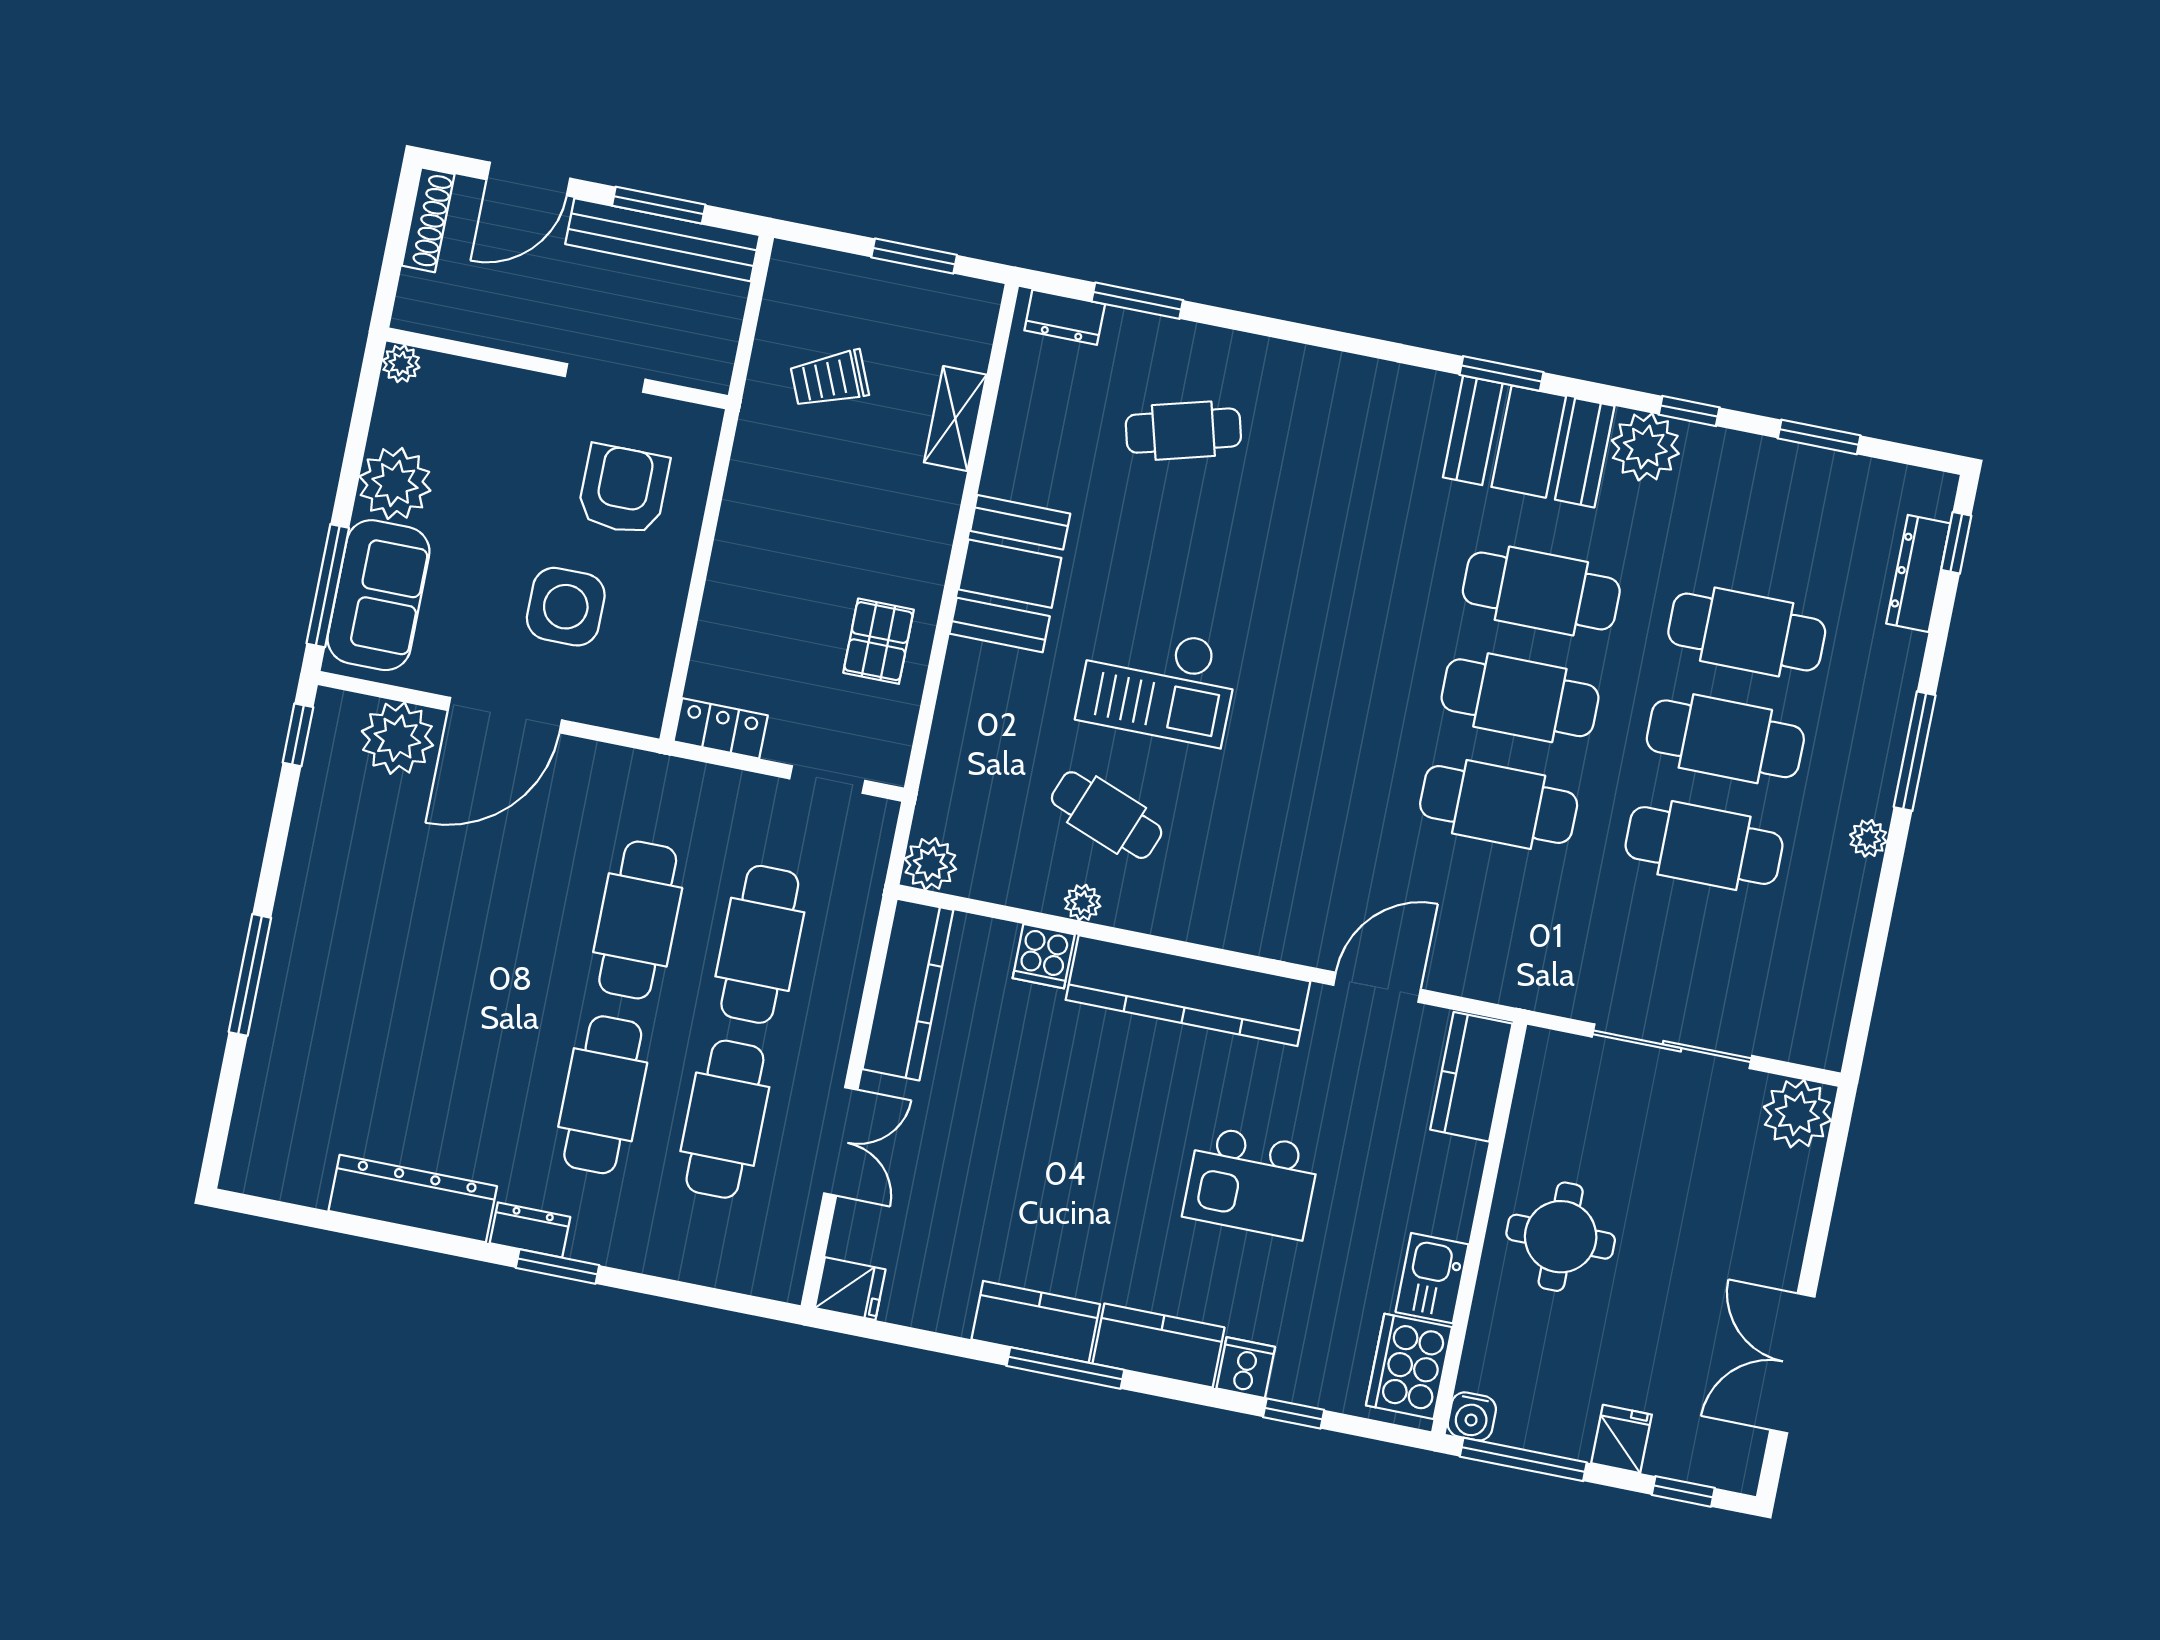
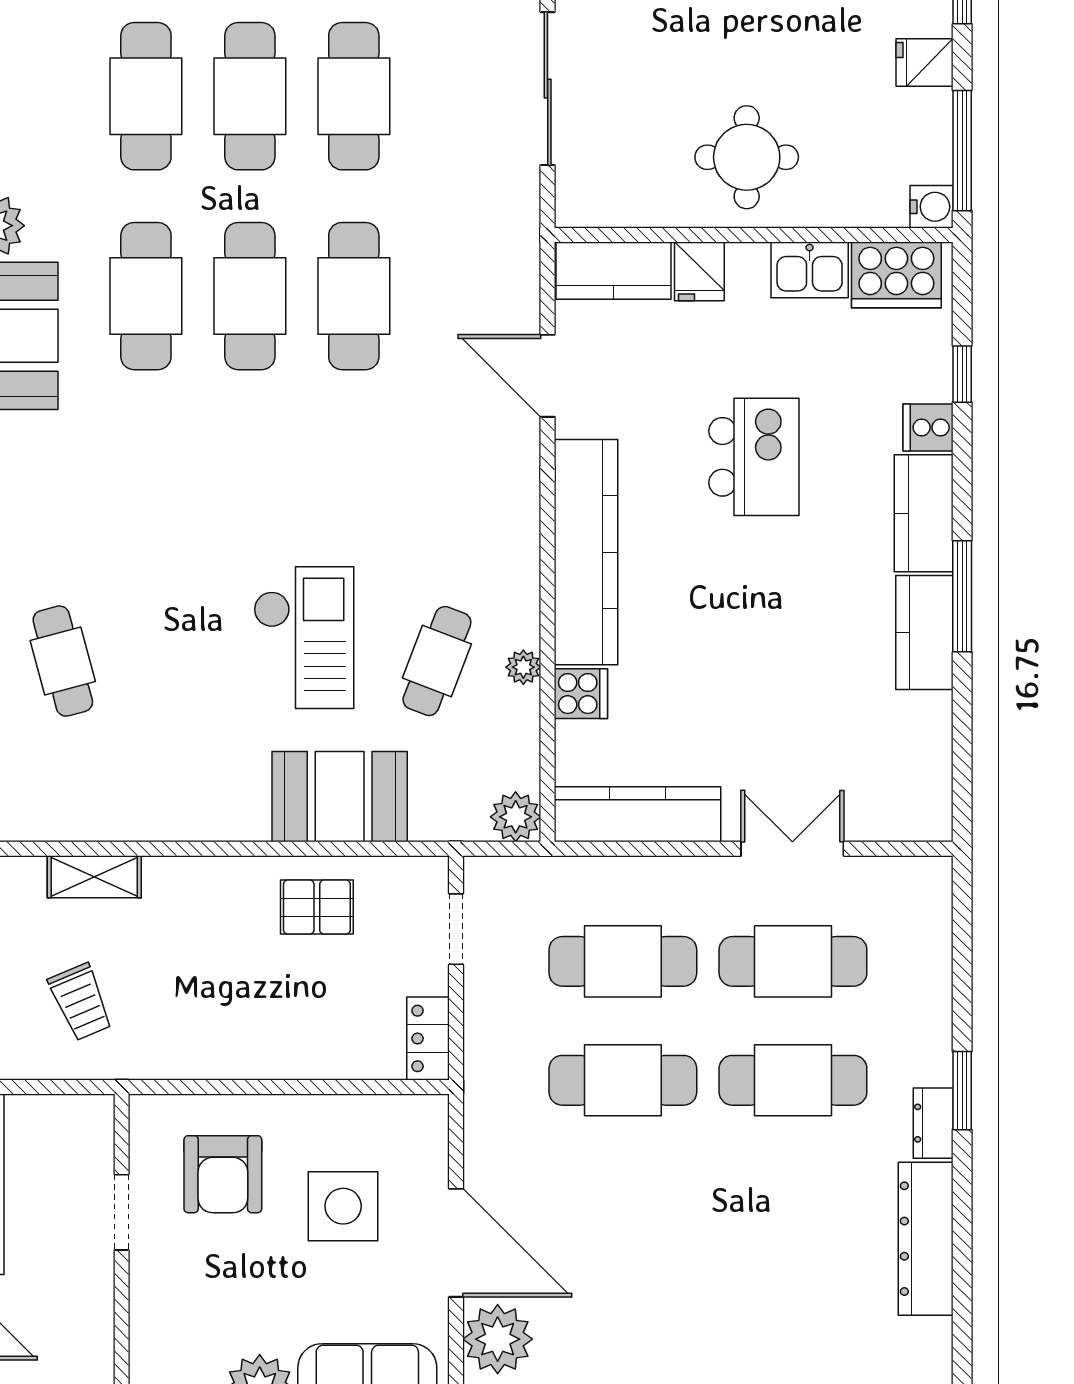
armchair: (623, 490) -> (223, 1174), turned -90
booth: (1010, 574) -> (340, 797), moved
fridge: (850, 1289) -> (699, 271), moved, turned 180

